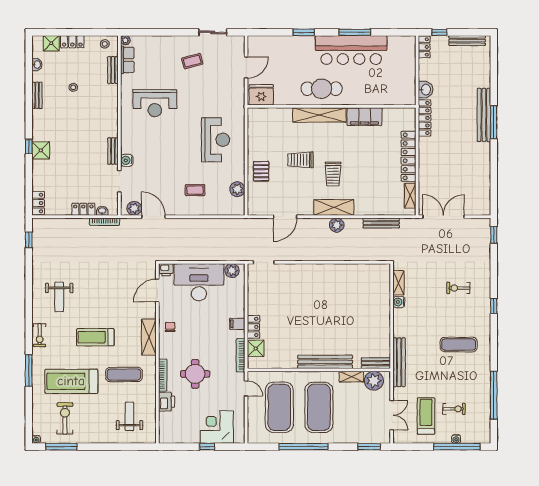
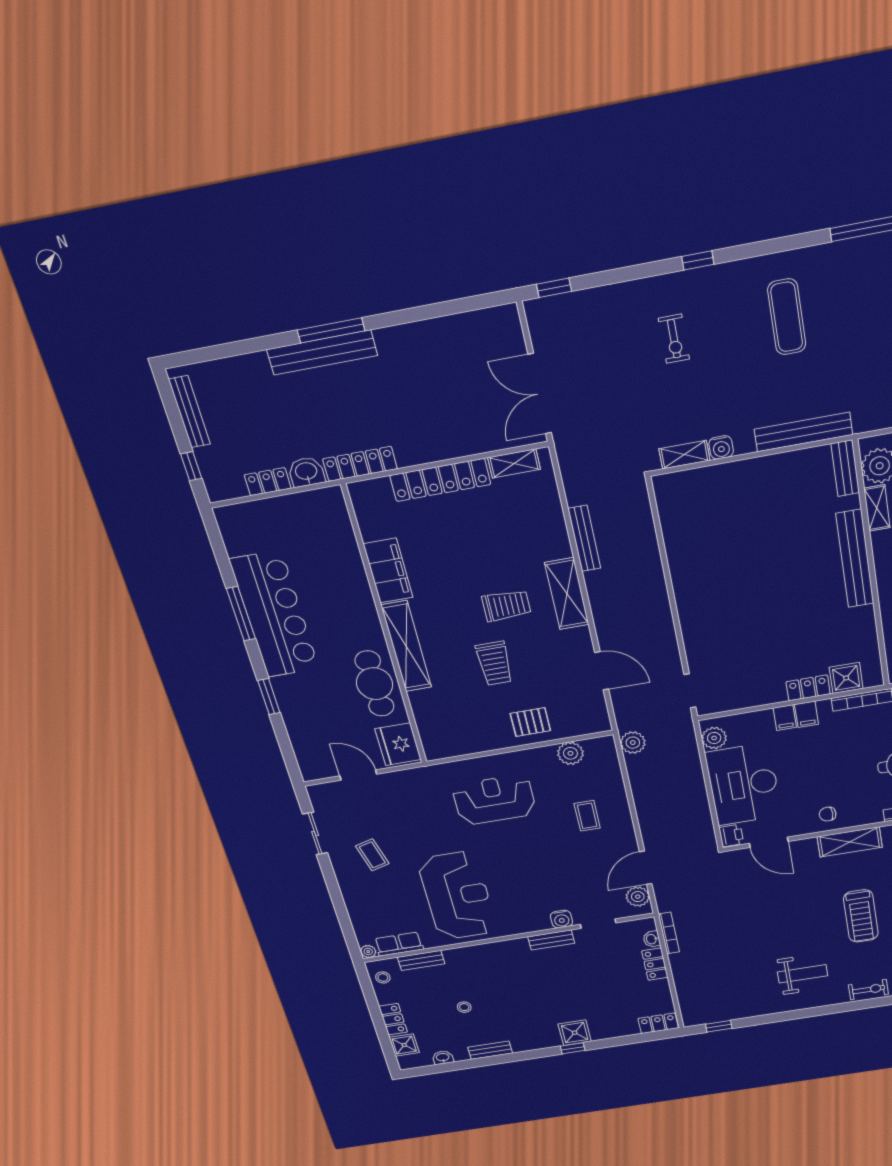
locker: (424, 47) -> (268, 482), moved
cafe table: (322, 89) -> (375, 684), moved
reception desk: (155, 103) -> (457, 896), width x1.36, depth x1.30
bench: (381, 223) -> (584, 538), moved
plant: (337, 225) -> (633, 743), moved
filing cabinet: (237, 312) -> (785, 718), added
bench: (399, 362) -> (803, 432), moved

